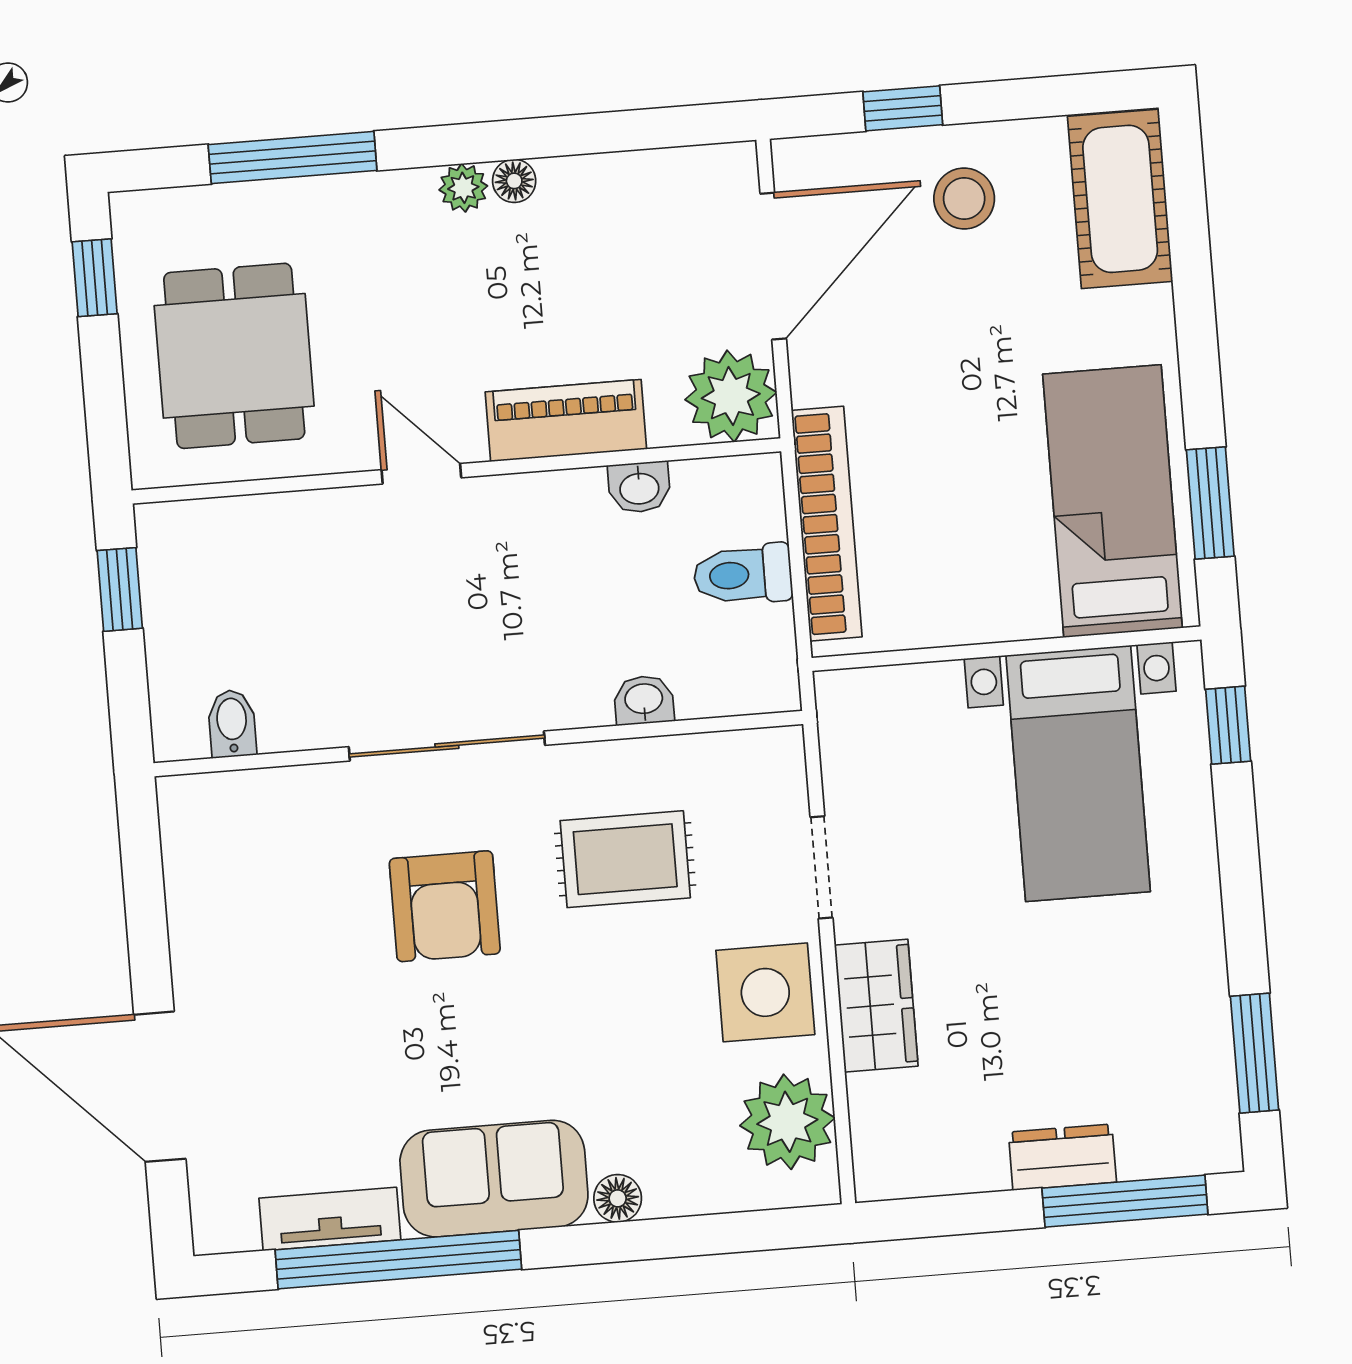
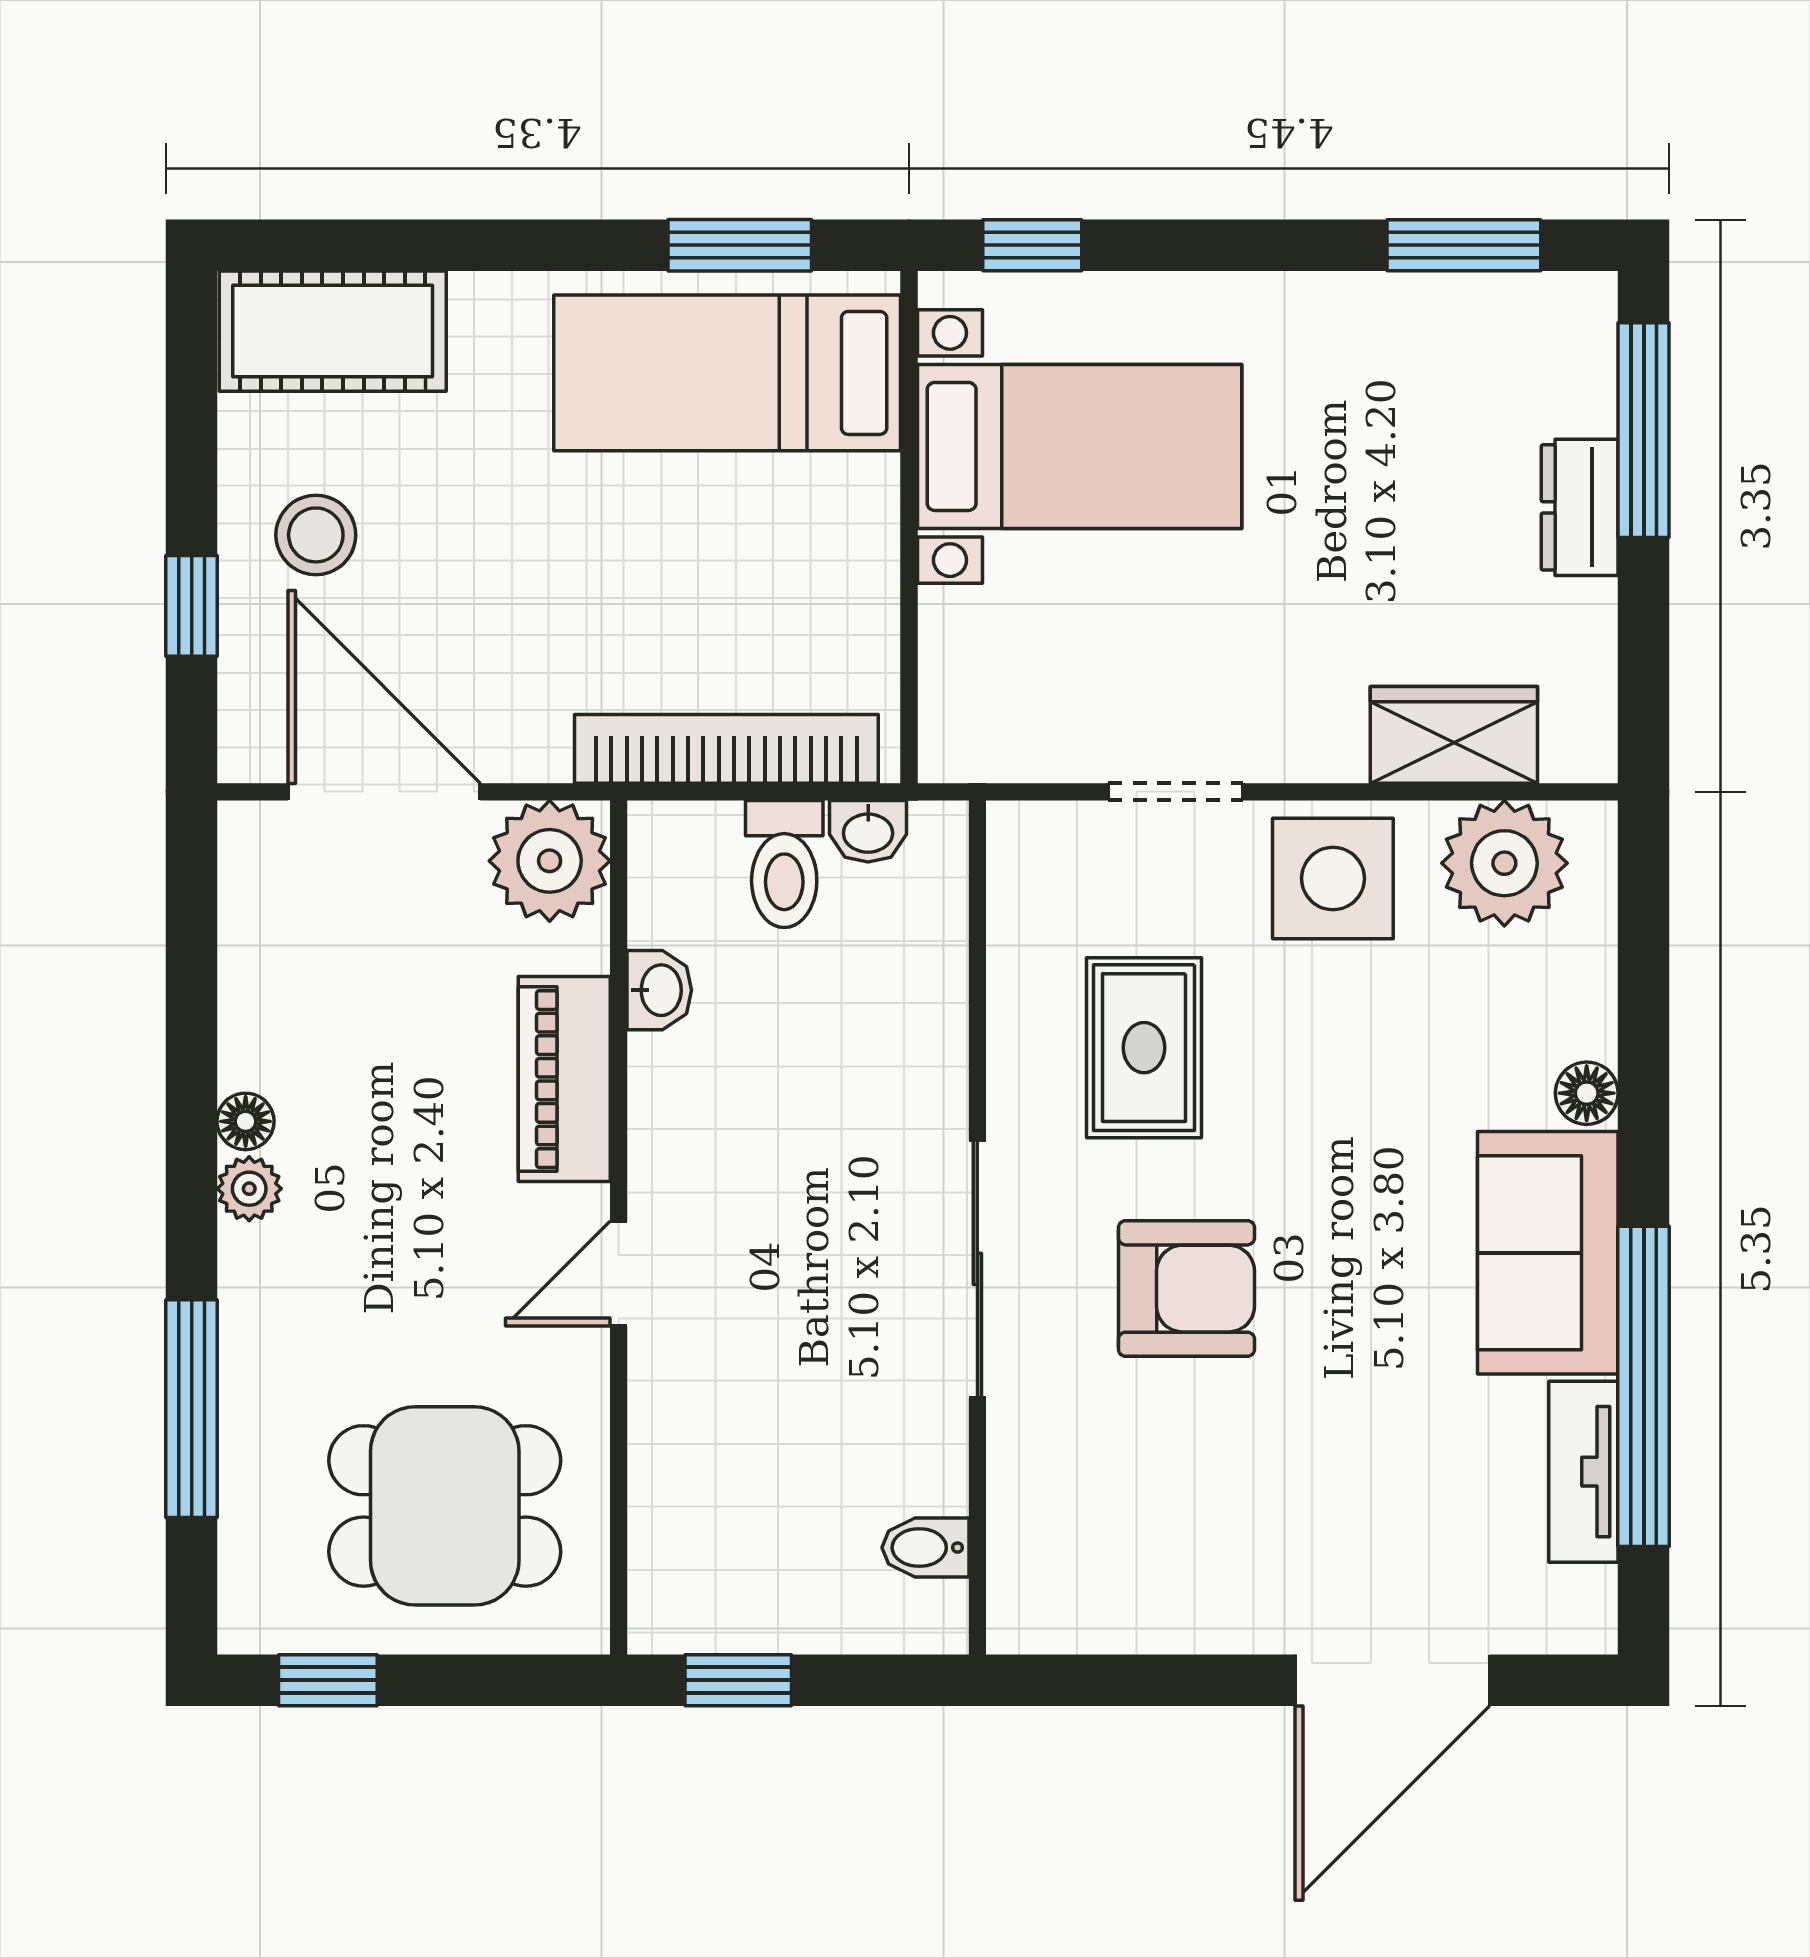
washbasin: (644, 700) -> (868, 831), moved, turned -90
wardrobe: (876, 1006) -> (1454, 735), moved

